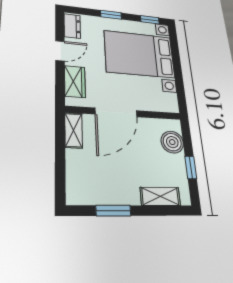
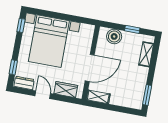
window: (111, 15) -> (13, 67), moved
door: (116, 112) -> (90, 68), hinge flipped
window: (113, 211) -> (147, 95), moved

